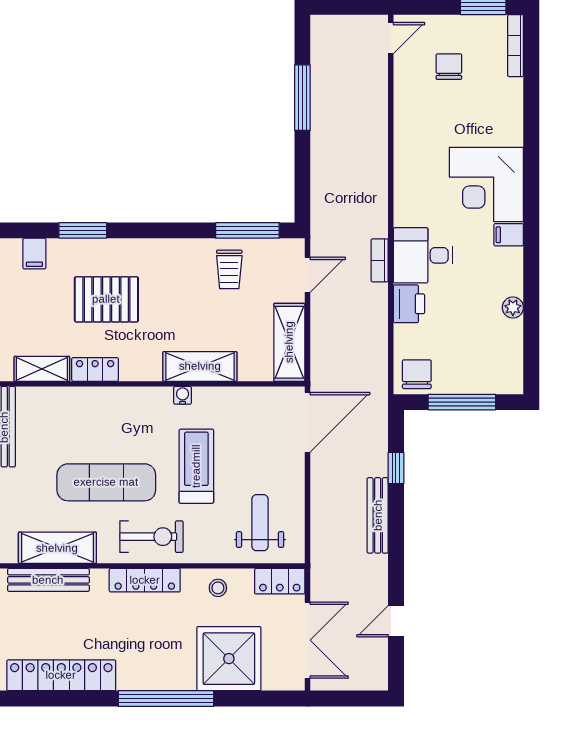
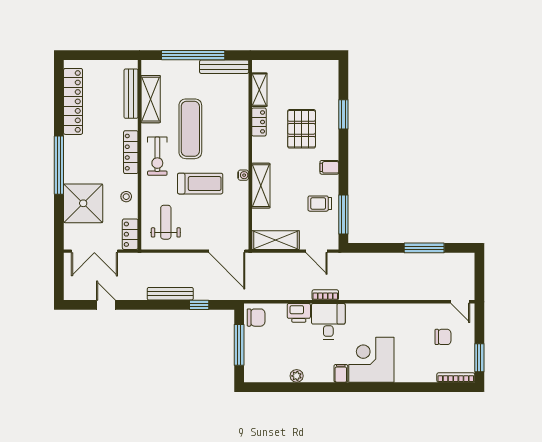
filing cabinet: (34, 254) -> (329, 167), moved
weight bench: (260, 523) -> (166, 222), turned -90

